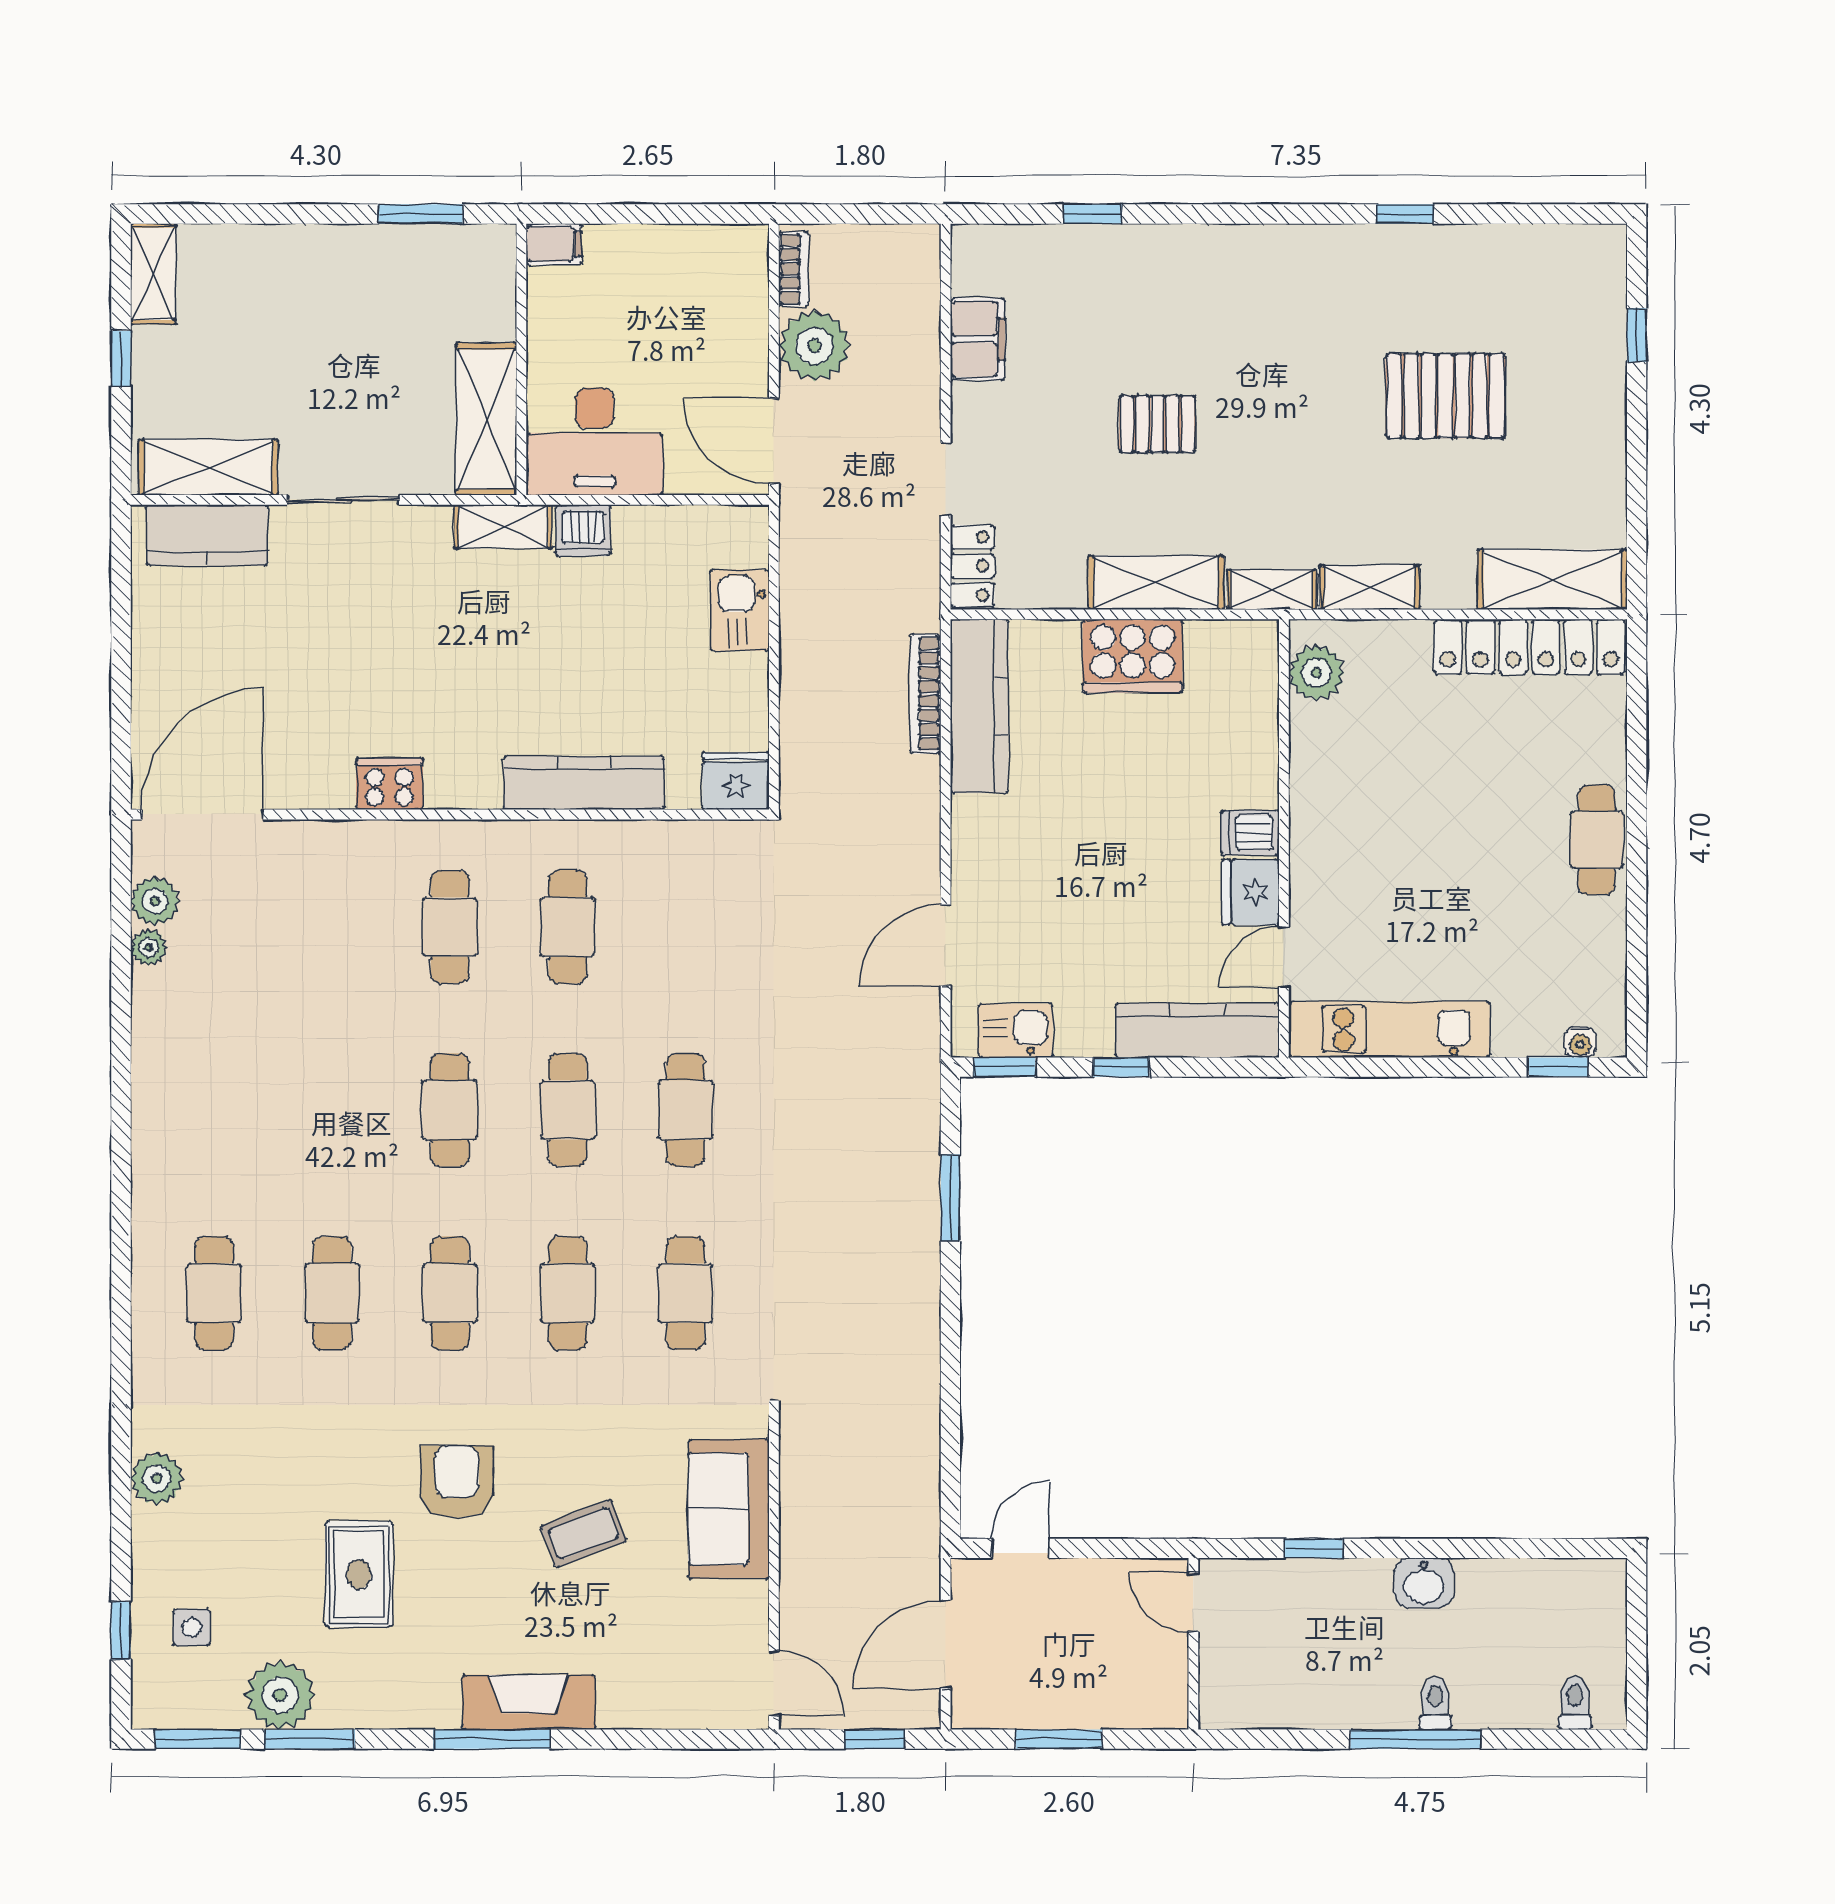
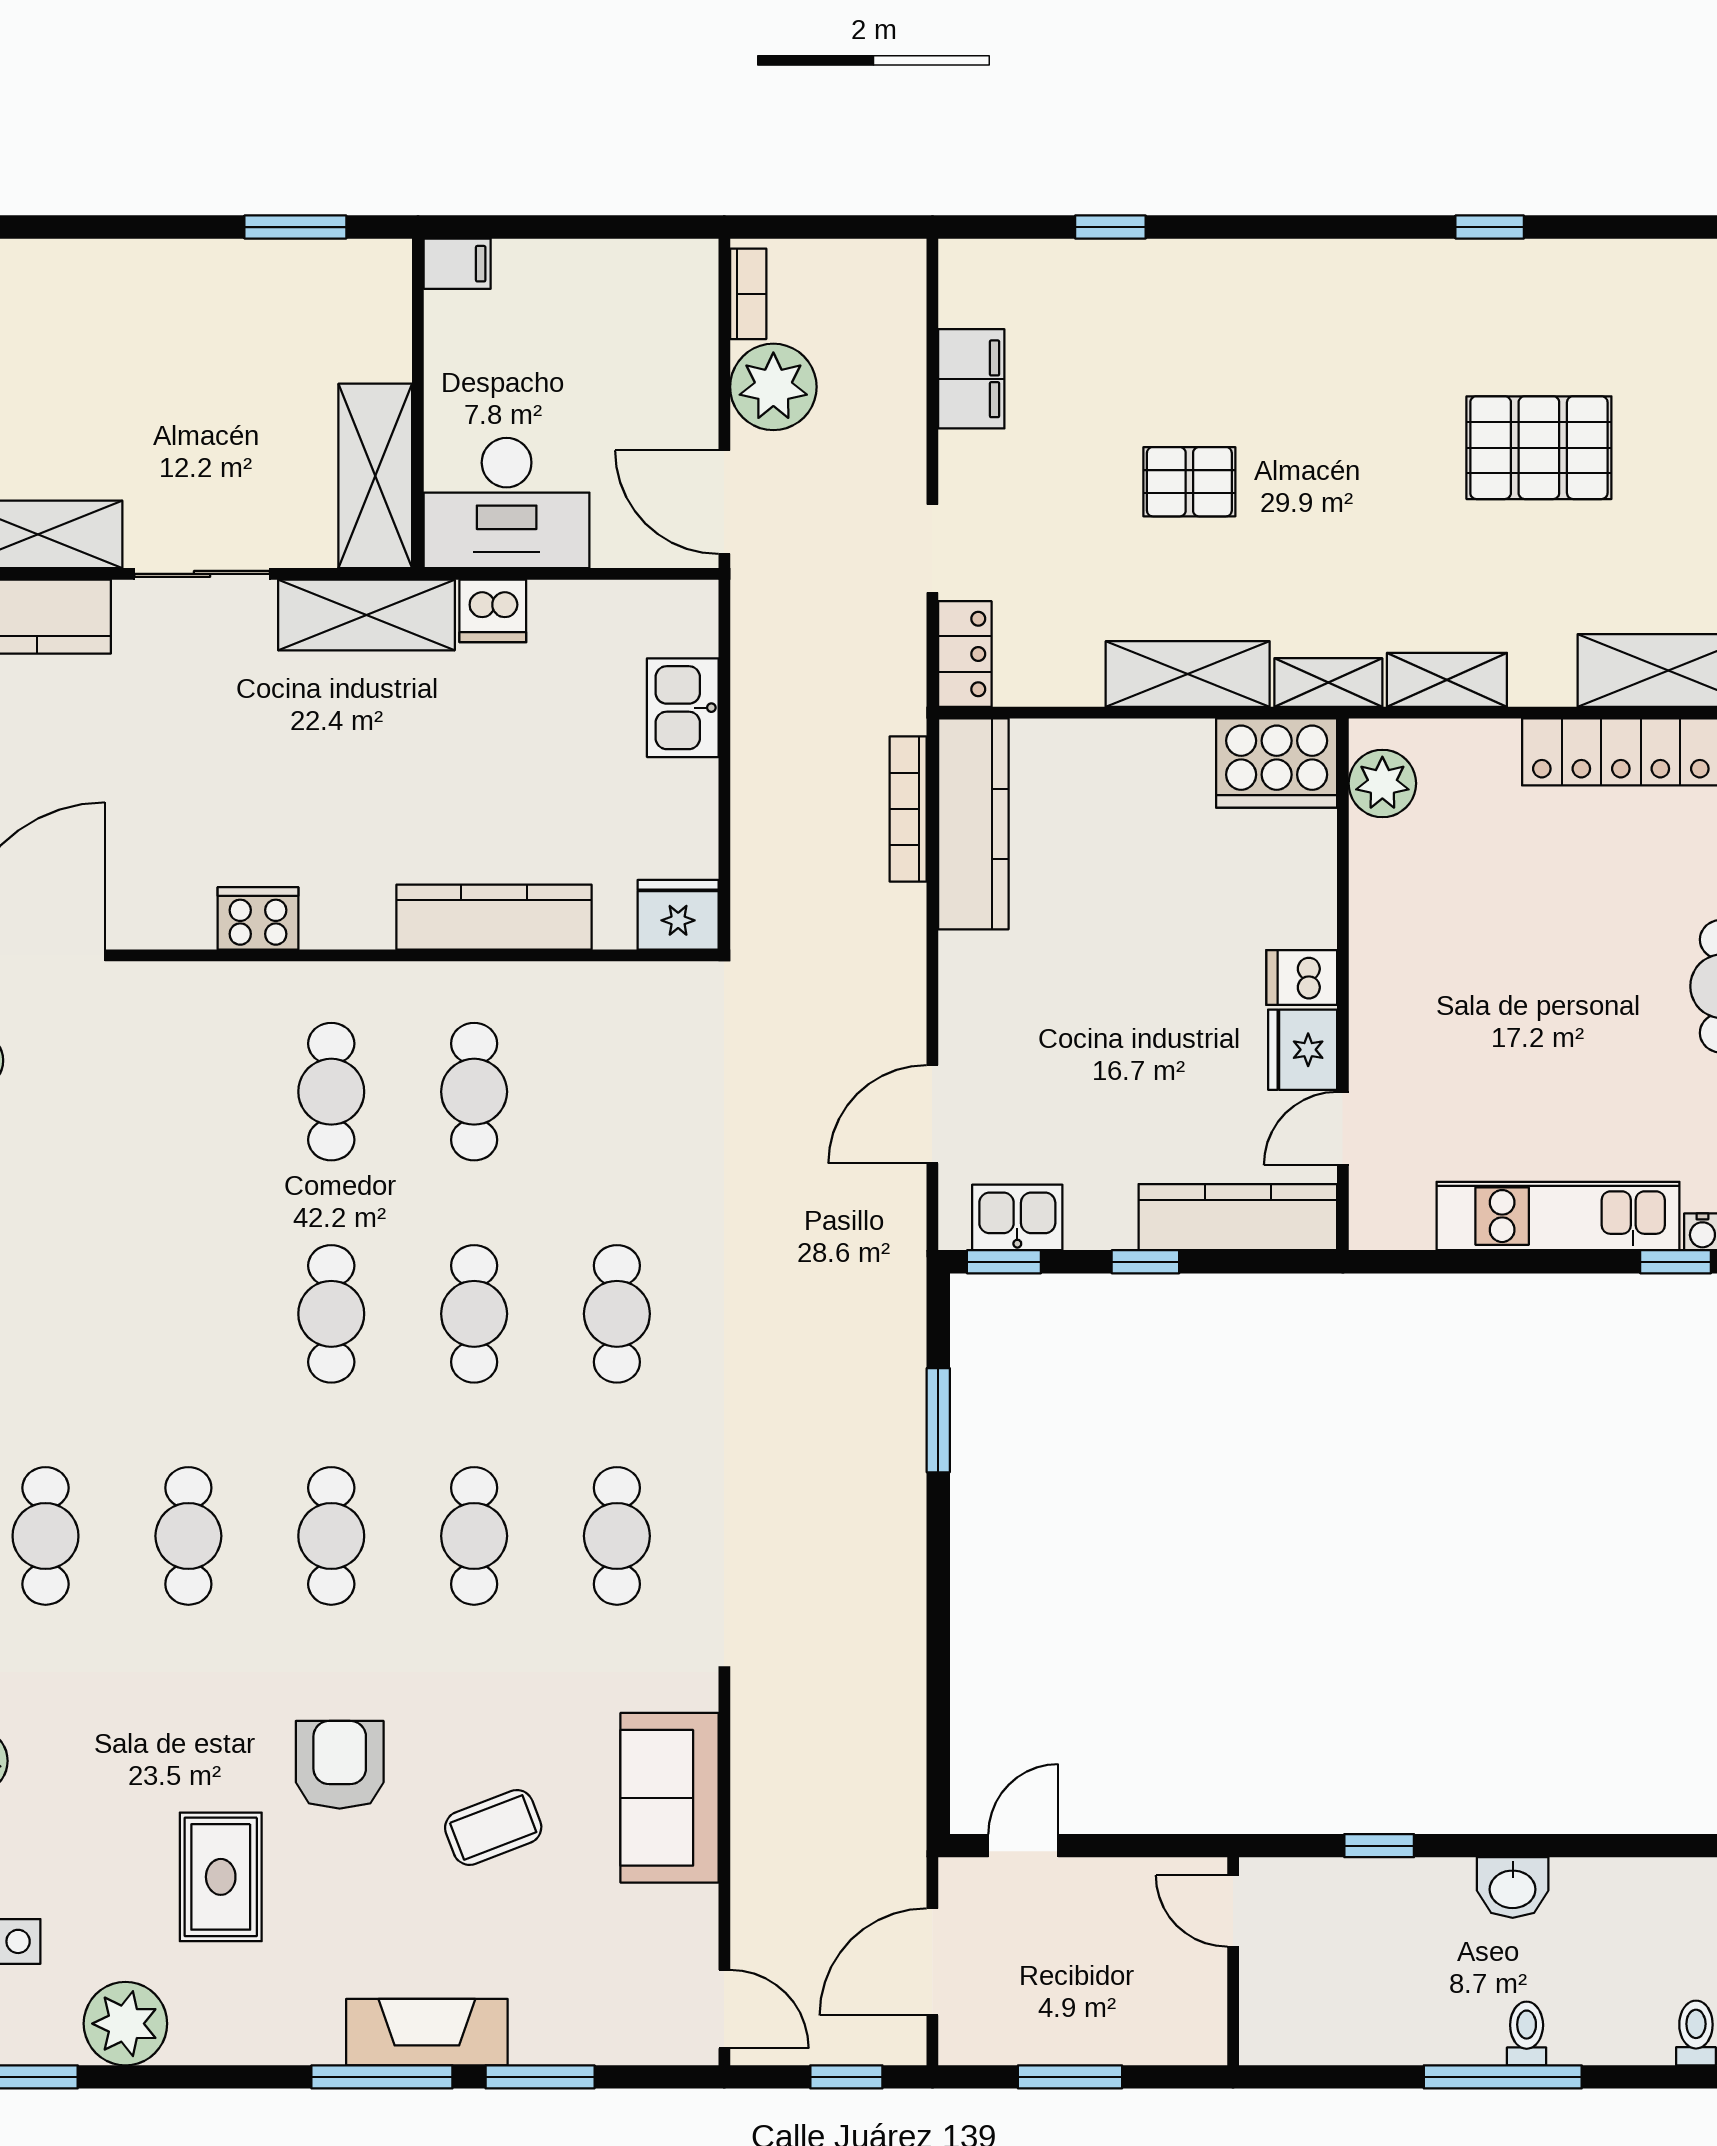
shelving: (503, 527) -> (366, 615), width x1.50, depth x1.33
cooker: (1133, 656) -> (1277, 763), moved
kitchen unit: (1390, 1029) -> (1558, 1216), moved
window: (310, 1739) -> (540, 2077), moved

